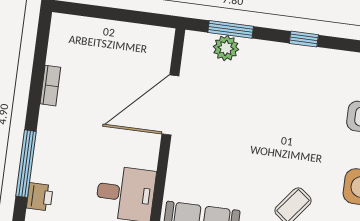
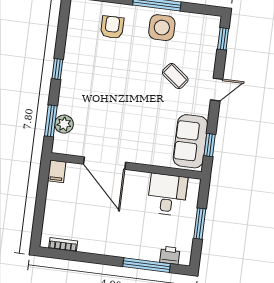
filing cabinet: (159, 37) -> (57, 171), added
bookcase: (50, 86) -> (63, 245), moved

